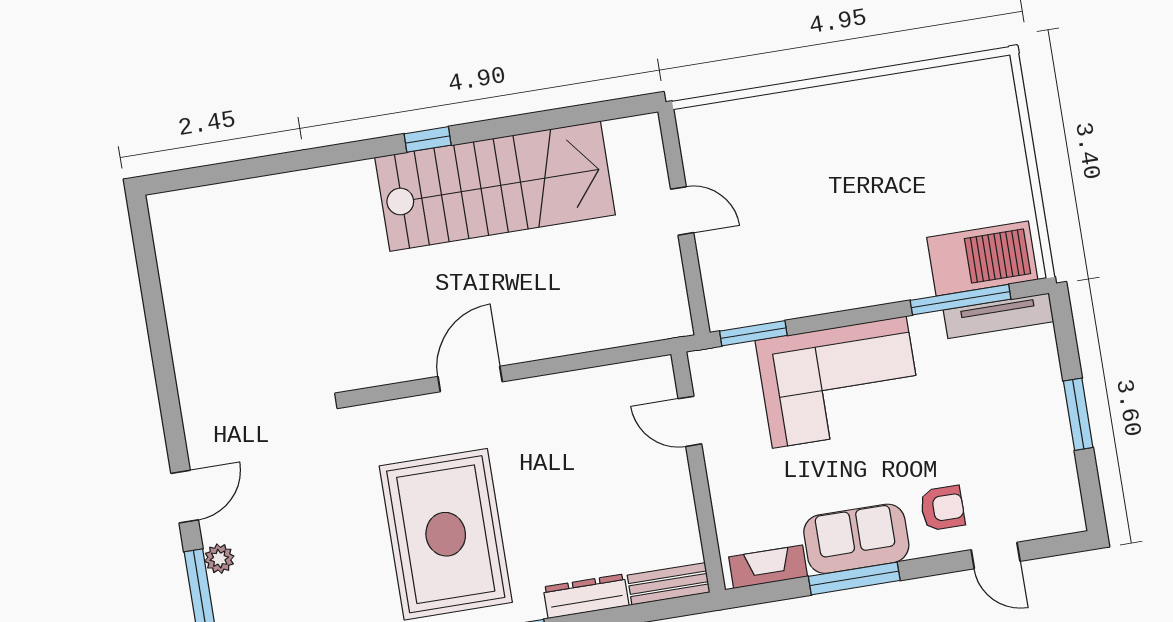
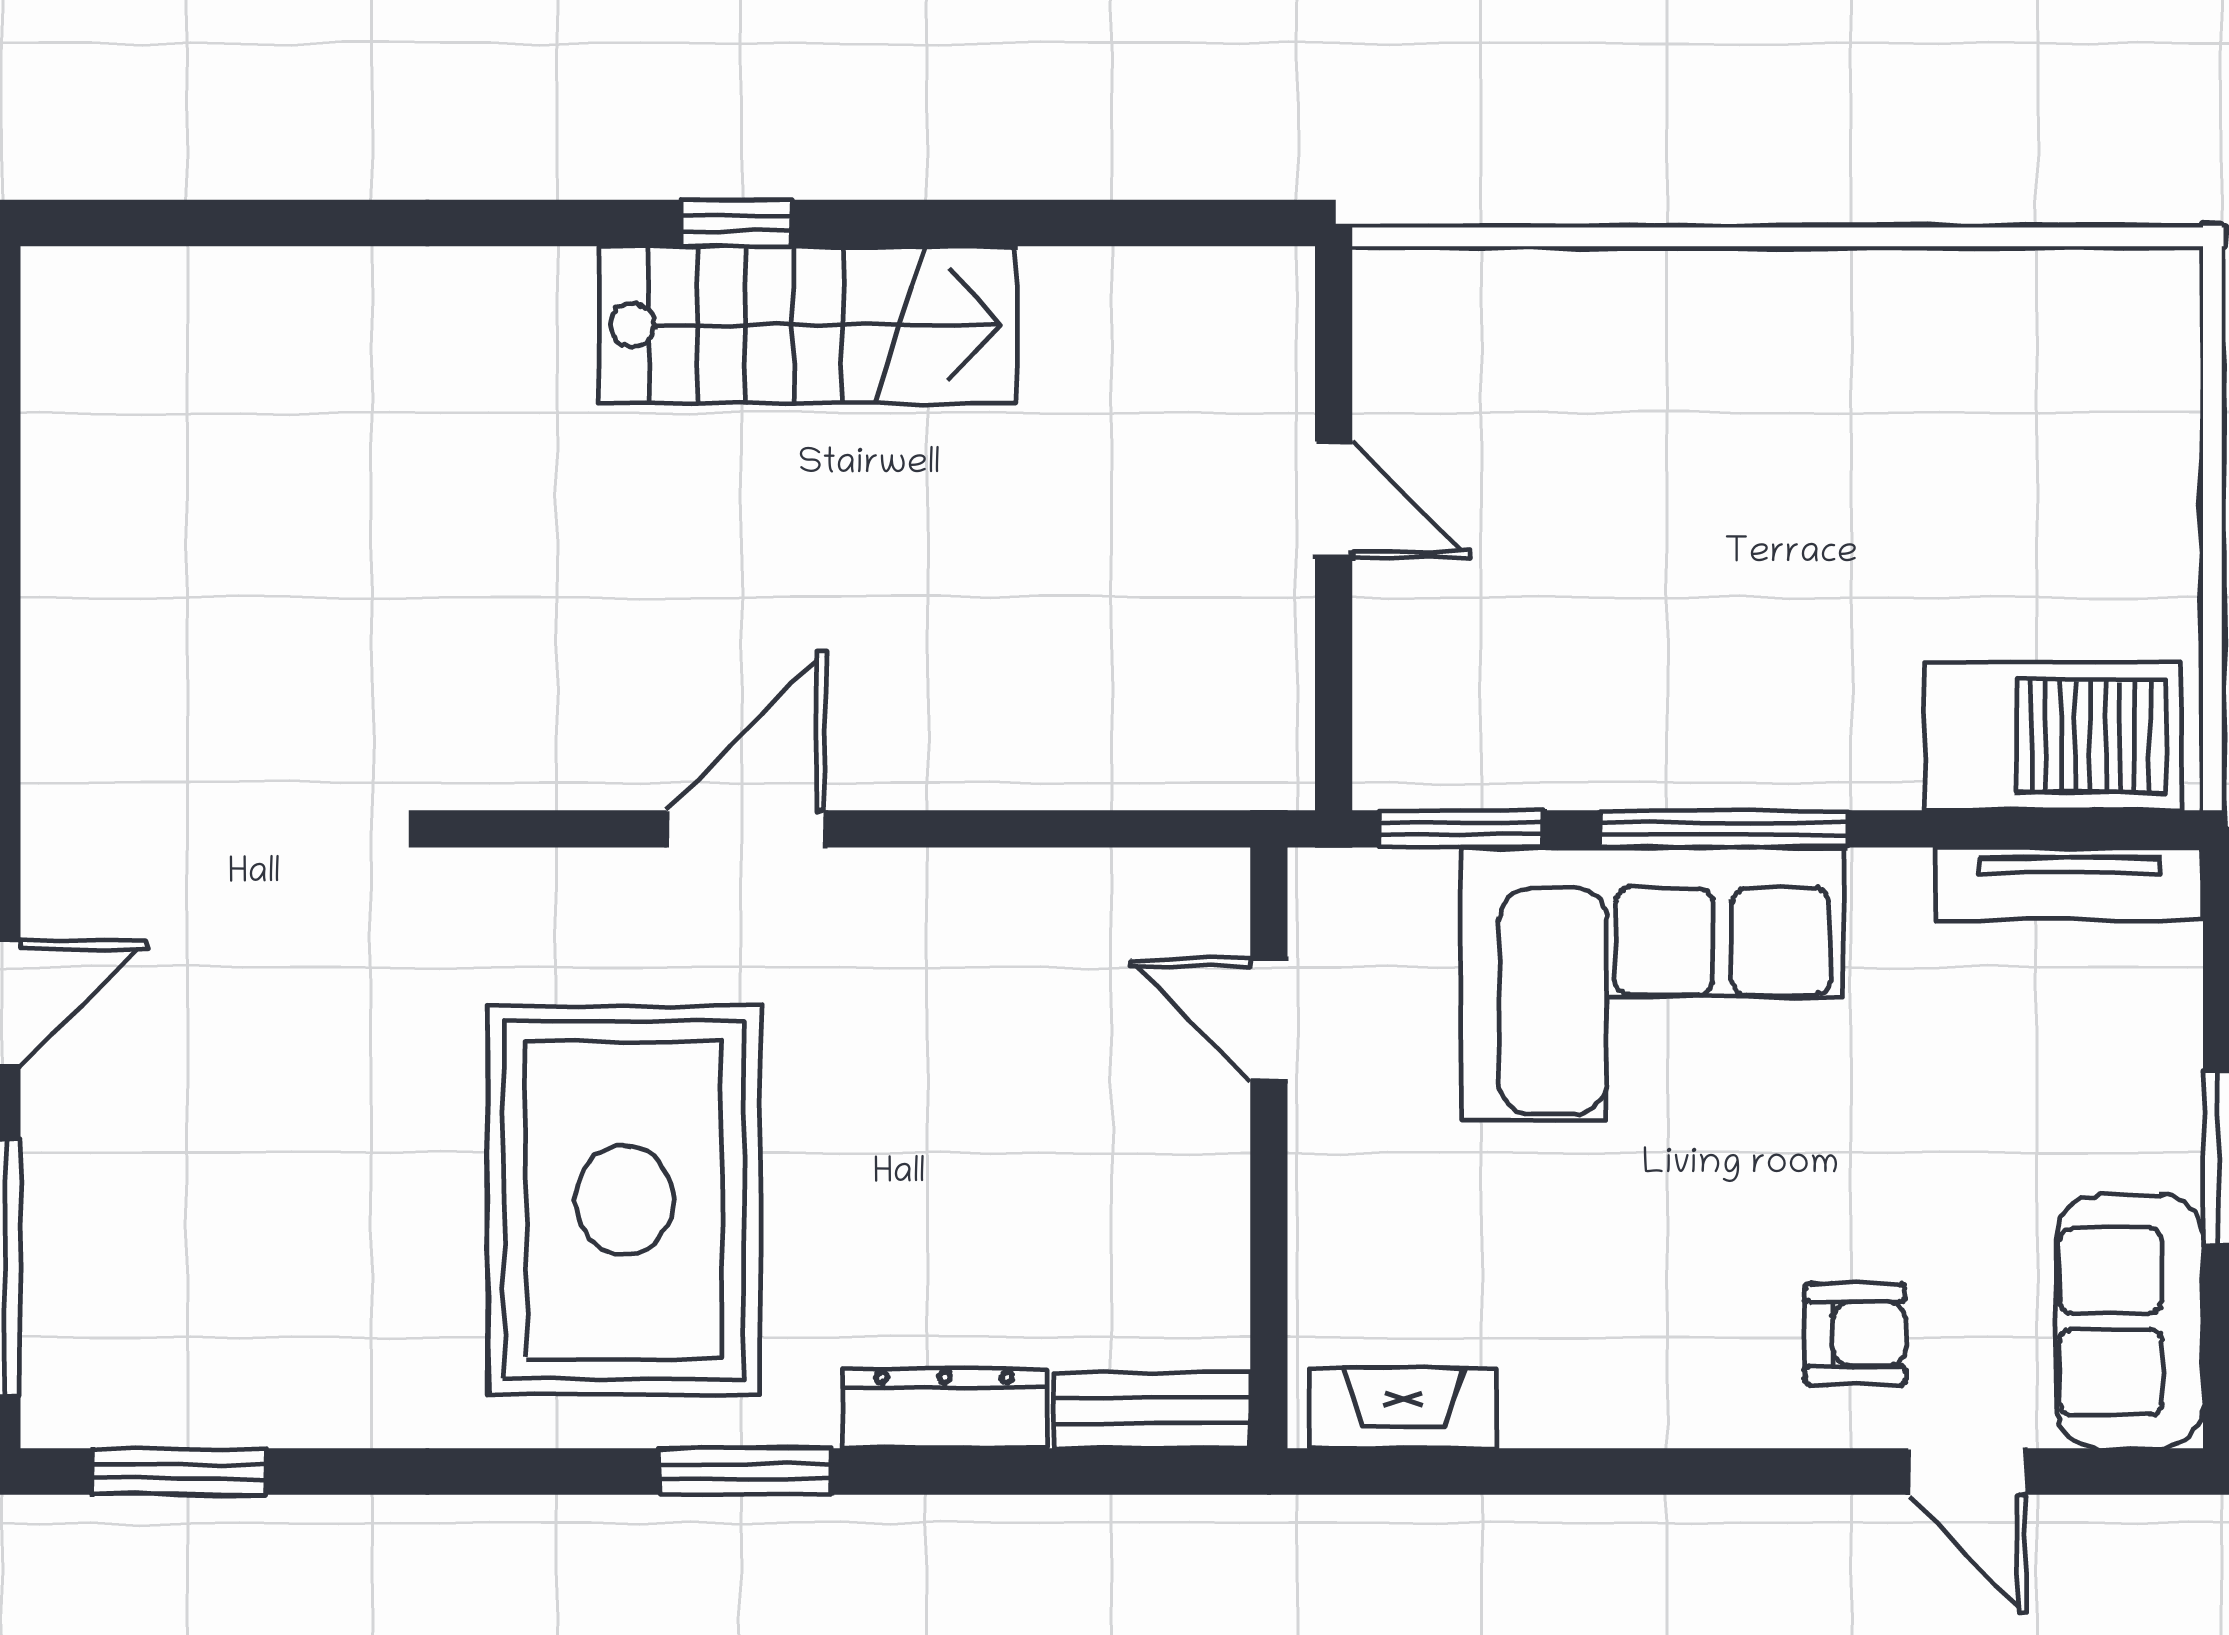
stairs: (495, 186) -> (808, 325), width x0.73, depth x0.66
window: (961, 300) -> (1724, 829), moved
sofa: (856, 539) -> (2130, 1321), moved, turned -90
plant: (219, 559) -> (58, 1170), removed
window: (854, 578) -> (1610, 1472), removed

